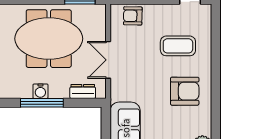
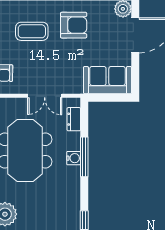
coffee table: (178, 46) -> (32, 31), turned 90
armchair: (185, 91) -> (74, 25), turned 90

